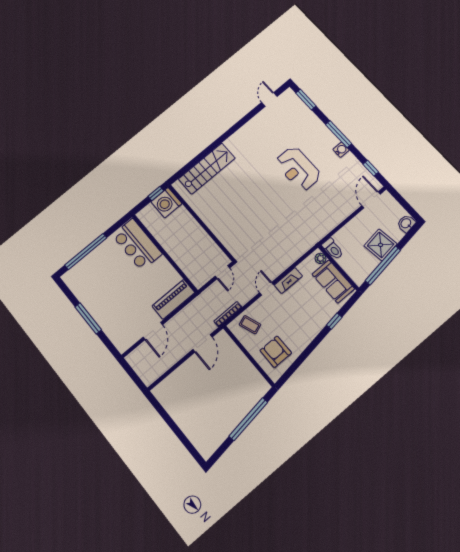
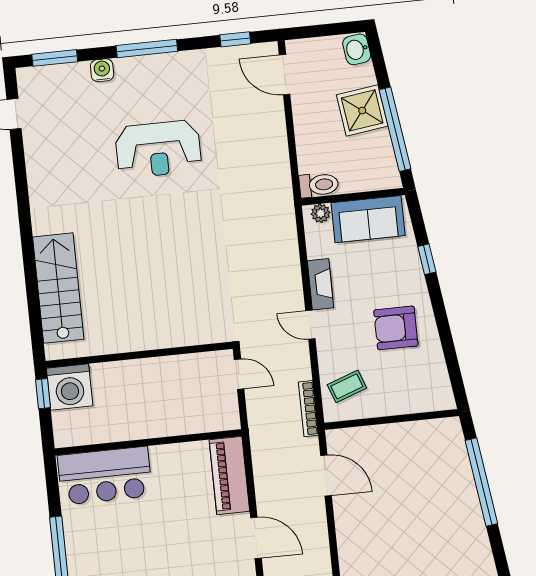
water cooler: (341, 150) -> (102, 70), moved
armchair: (276, 352) -> (396, 328), moved

